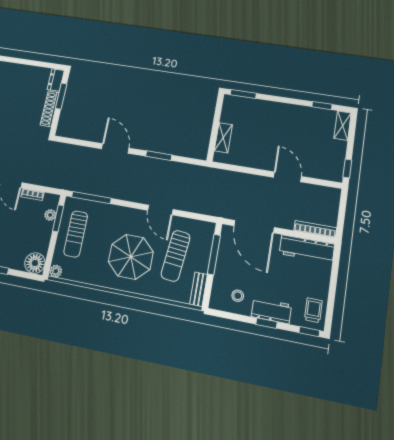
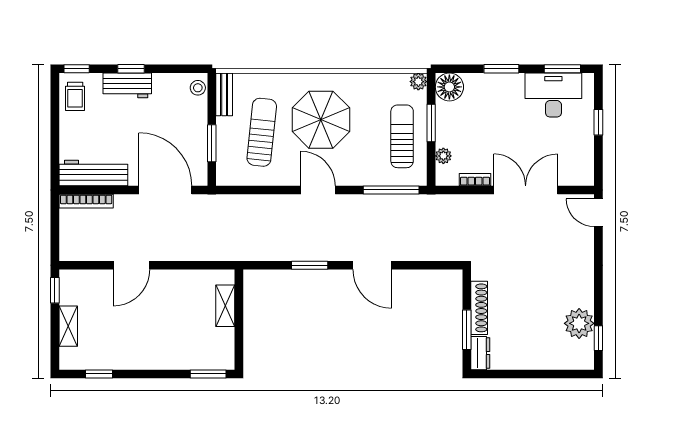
shelving: (343, 126) -> (68, 326), moved
door: (287, 177) -> (131, 265), hinge flipped
door: (160, 210) -> (318, 190), moved
window: (58, 218) -> (431, 123), moved
window: (214, 255) -> (212, 143), width x0.69
stool: (238, 296) -> (198, 88), moved

